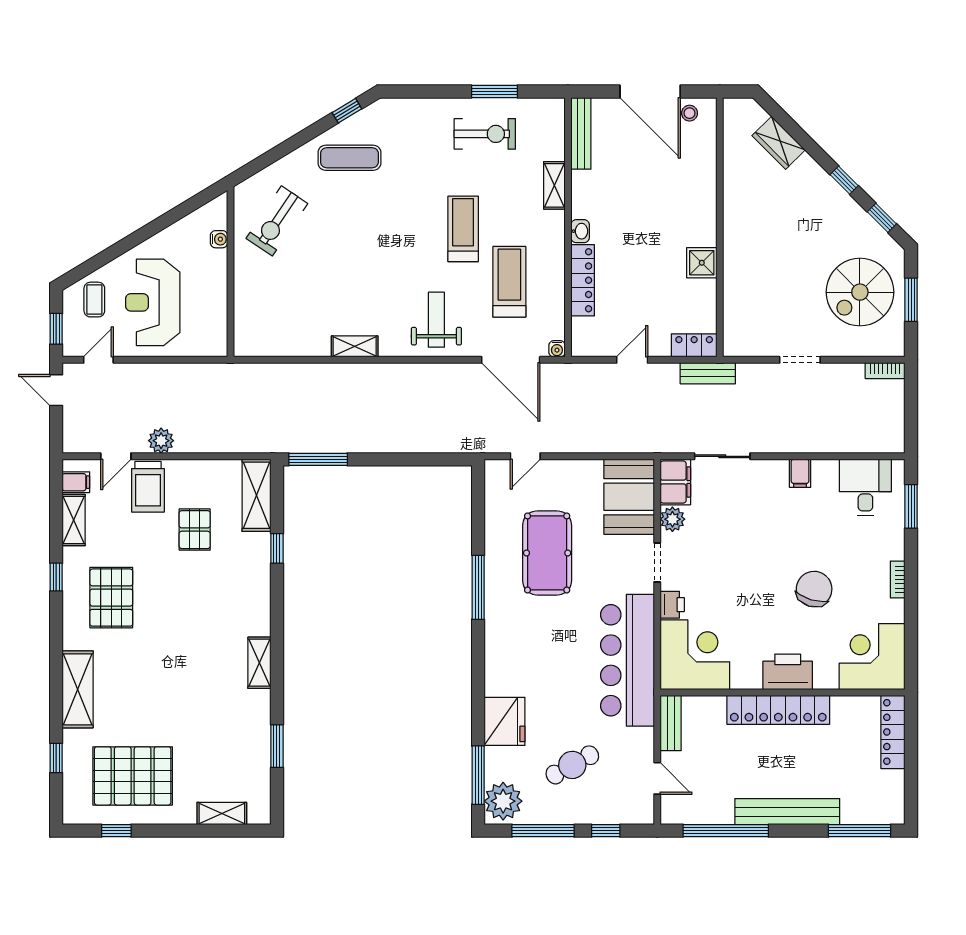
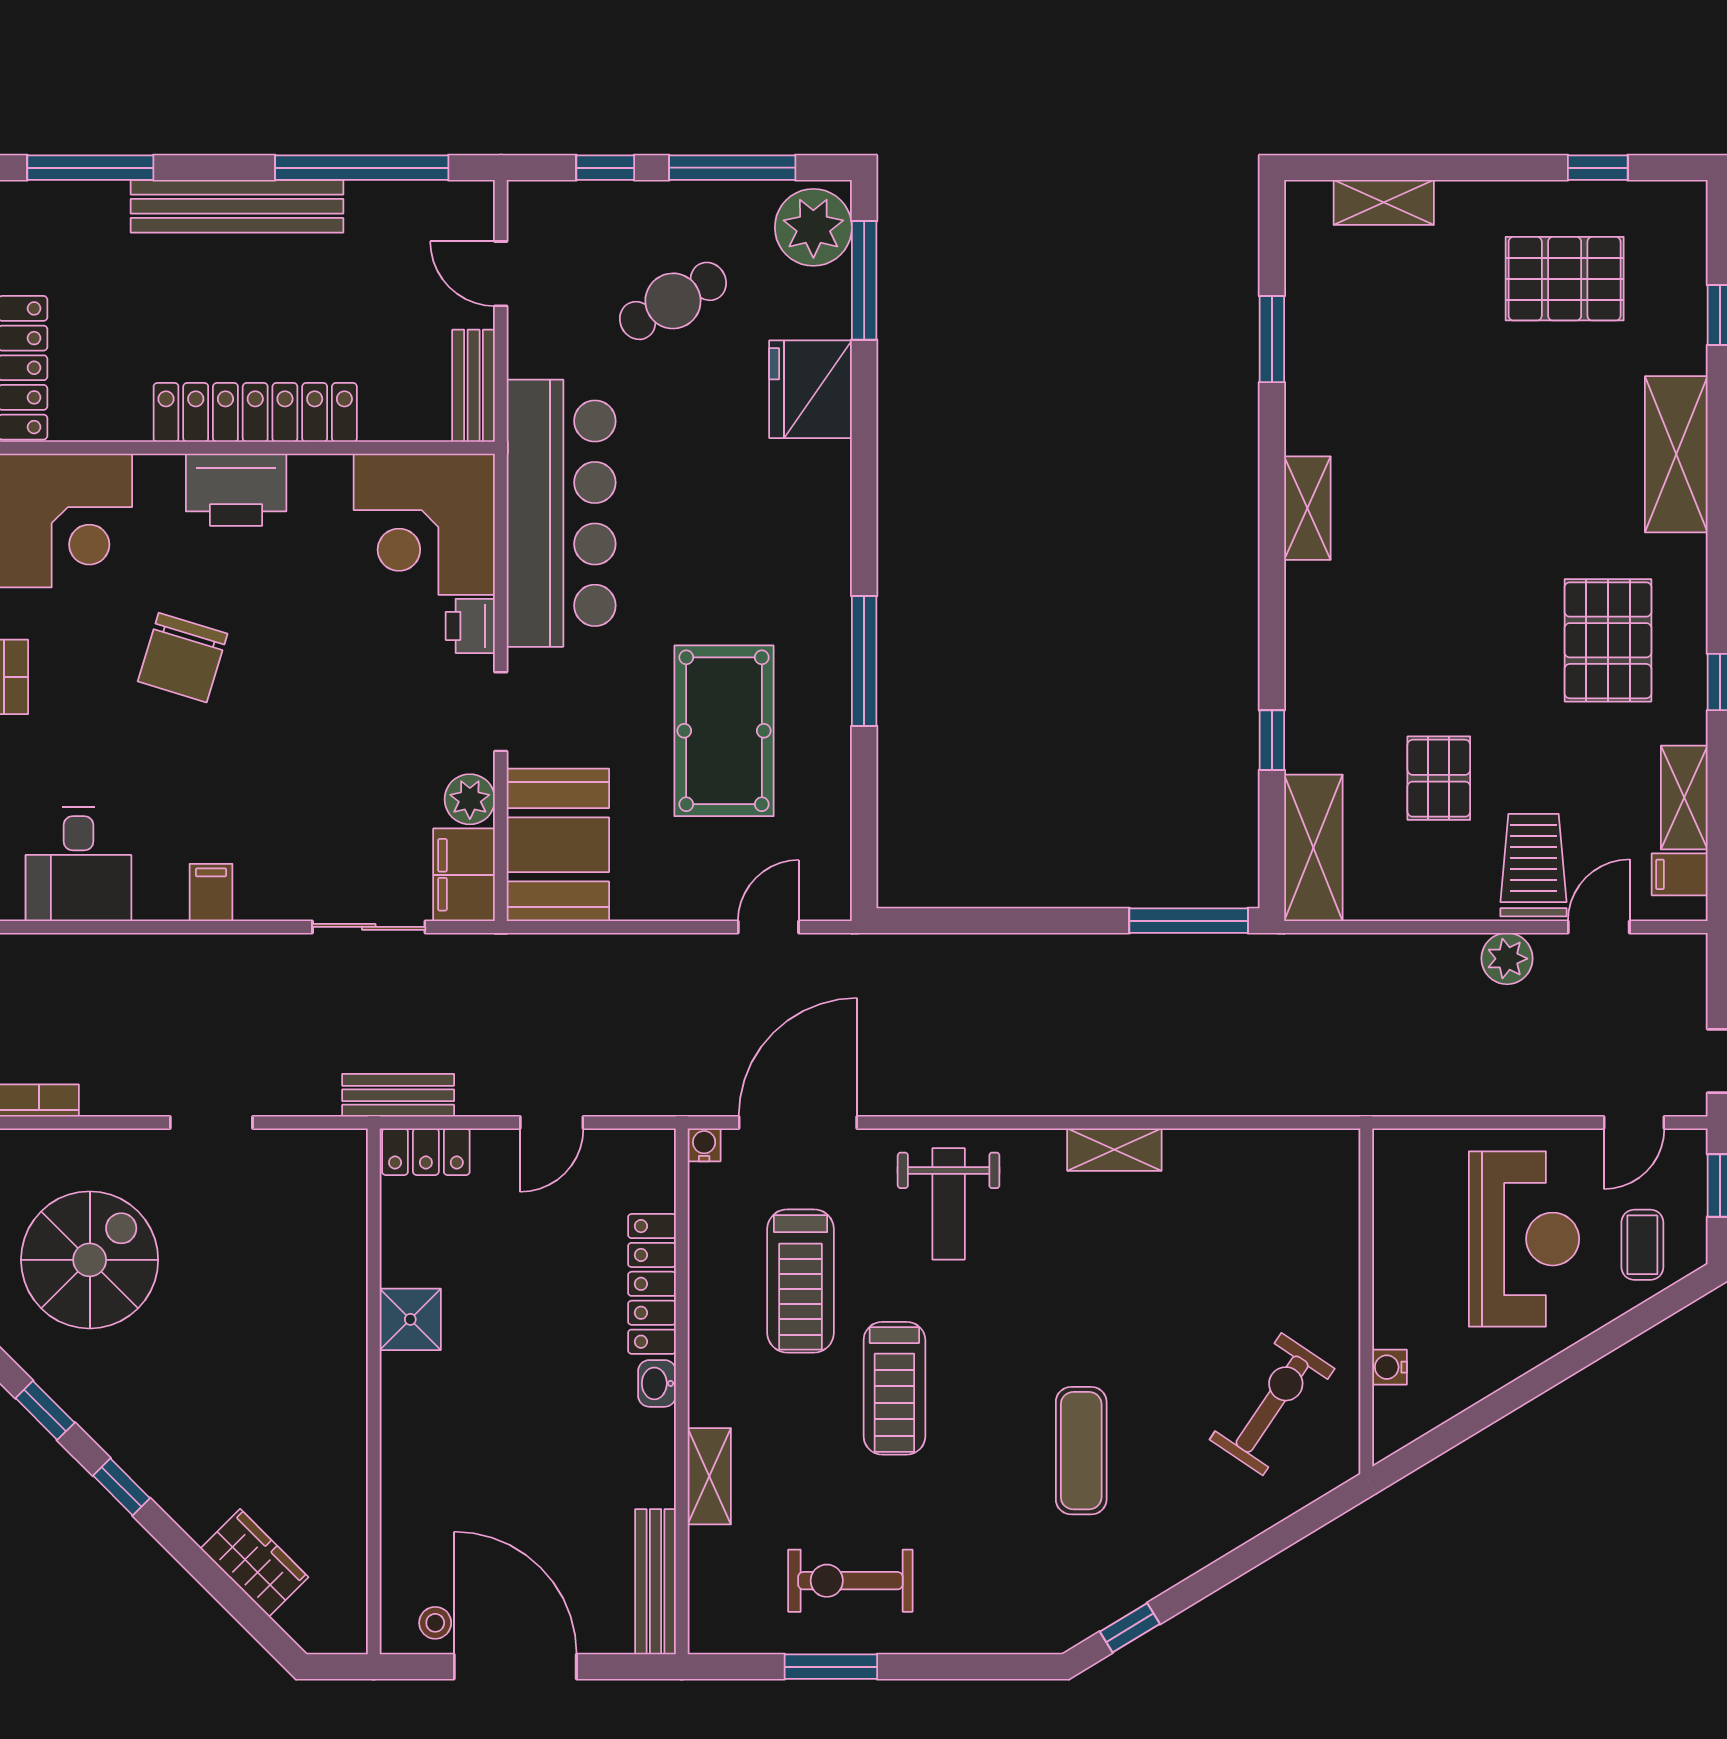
exercise mat: (349, 158) -> (1081, 1451), moved, turned 90
door: (511, 360) -> (798, 1122), hinge flipped
pallet: (133, 776) -> (1565, 279), width x0.73, depth x0.71

